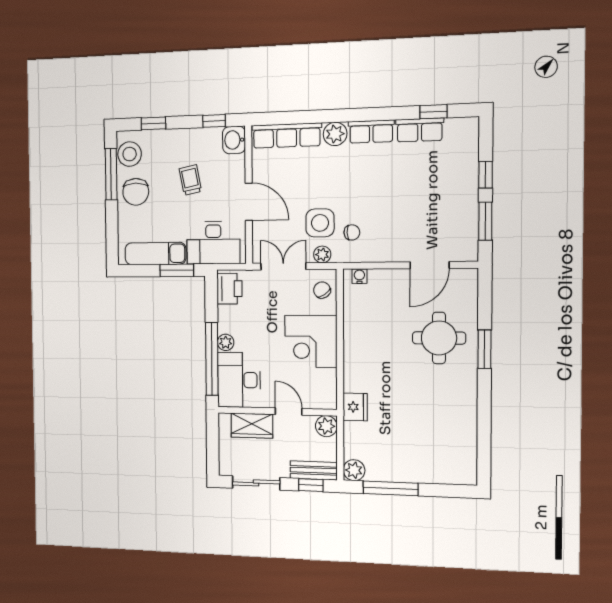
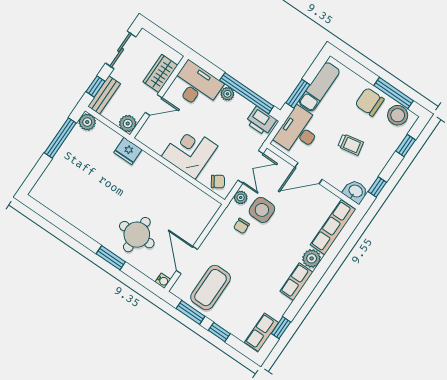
row of seats: (420, 130) -> (262, 332), moved
coffee table: (442, 219) -> (211, 288), added
water cooler: (359, 276) -> (163, 281), moved
window: (212, 359) -> (247, 93), moved

